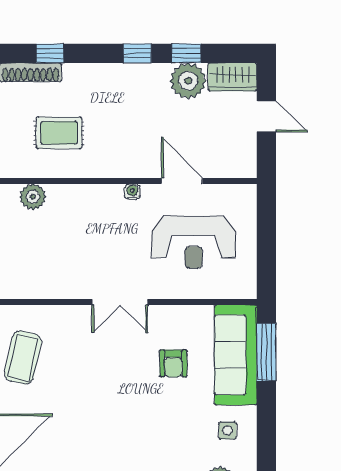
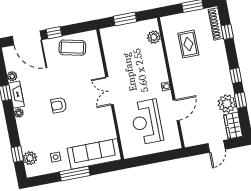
window: (266, 352) -> (75, 174), moved
armchair: (173, 363) -> (59, 105), moved

